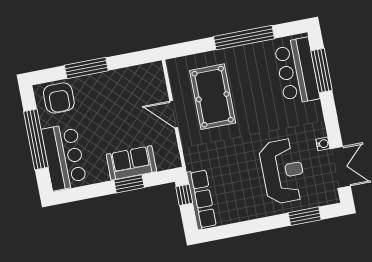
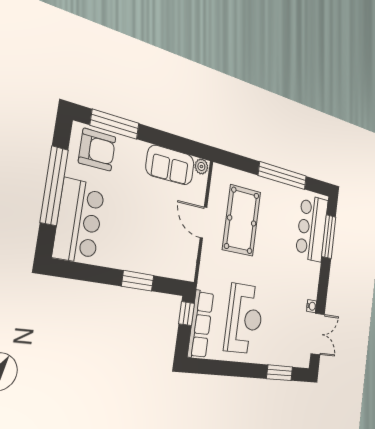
window: (86, 68) -> (115, 124), moved
plant: (155, 69) -> (201, 166), added
armchair: (59, 98) -> (97, 150), turned -90
sofa: (131, 163) -> (170, 165), moved, turned 180
reception desk: (283, 171) -> (244, 319), moved

